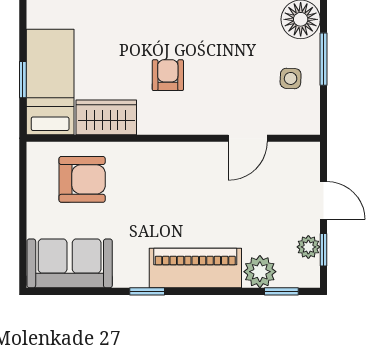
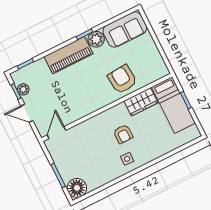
side table: (291, 78) -> (127, 159), moved
door: (248, 138) -> (56, 133), moved
armchair: (82, 179) -> (122, 79), moved, turned 85
plant: (260, 272) -> (96, 39), moved

